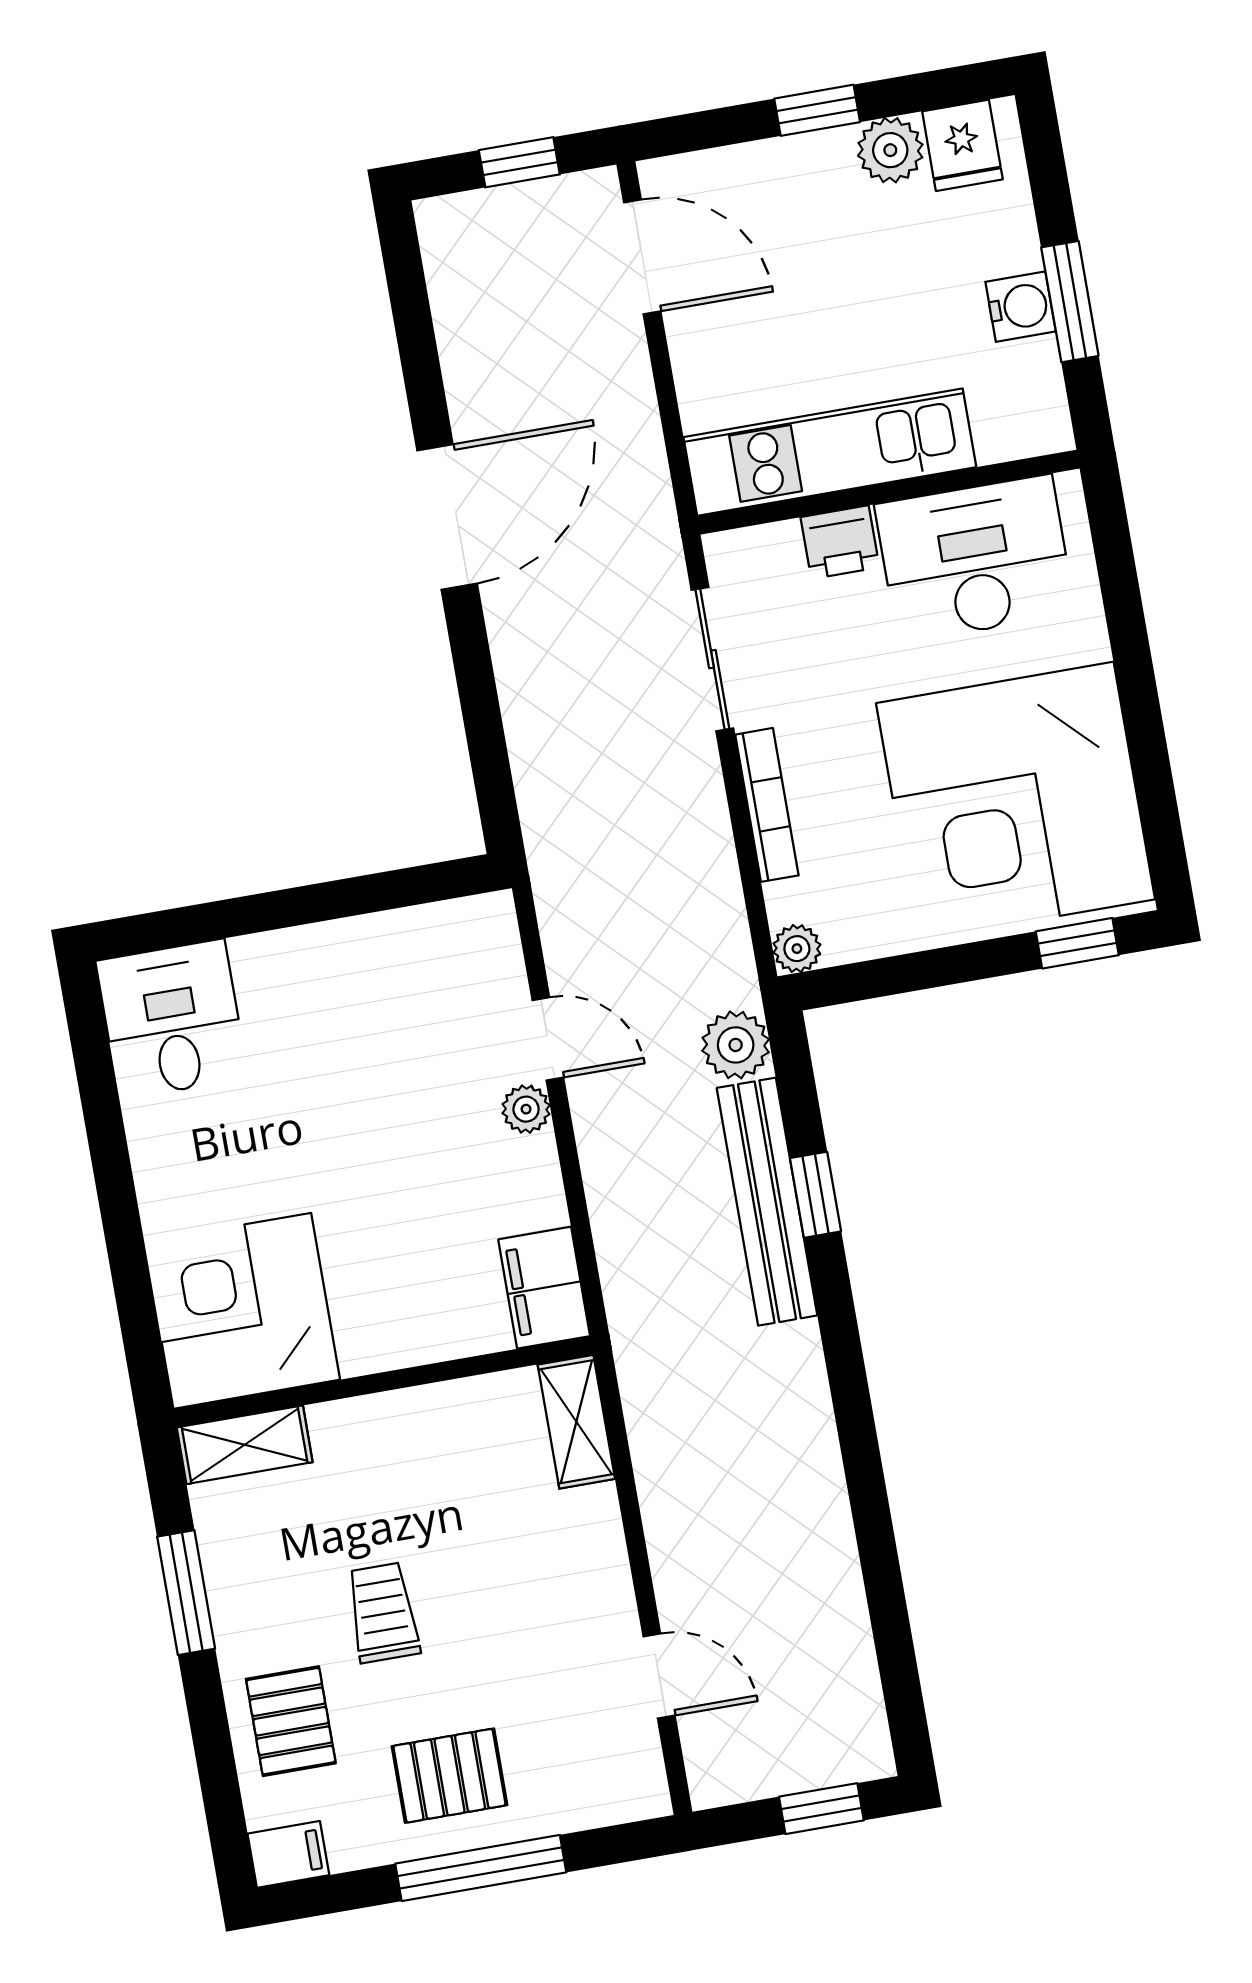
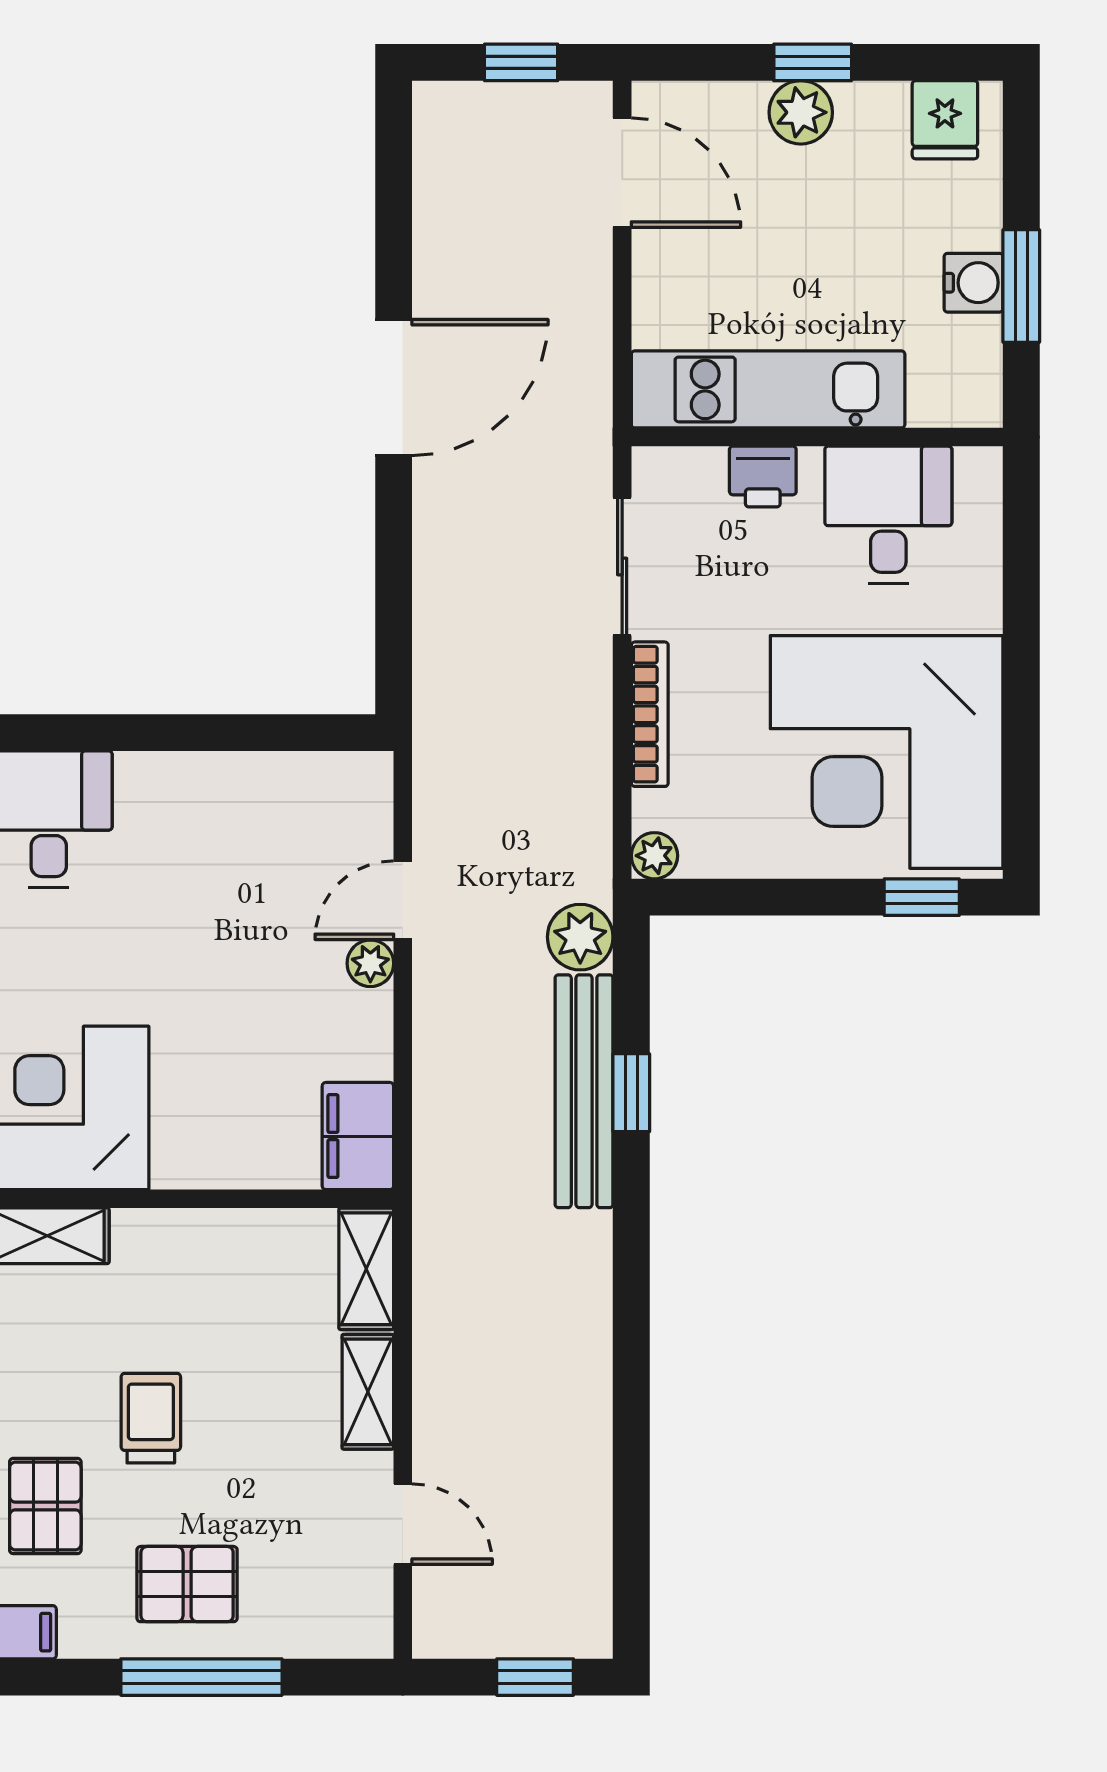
plant: (890, 150) -> (801, 112), moved
desk: (975, 559) -> (888, 515), width x0.73
door: (548, 1039) -> (403, 900), swing flipped
shelving: (600, 1547) -> (368, 1392), added

